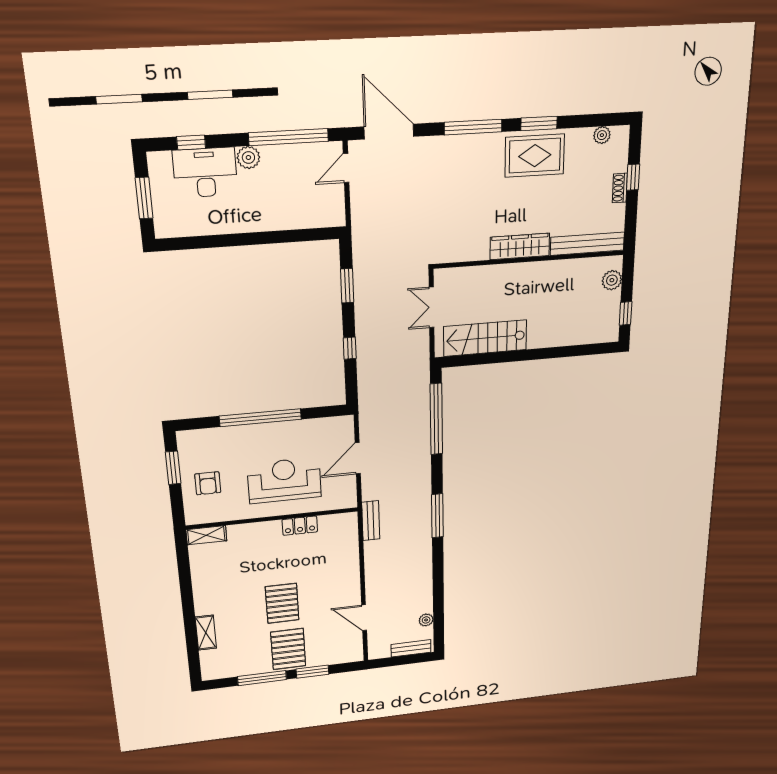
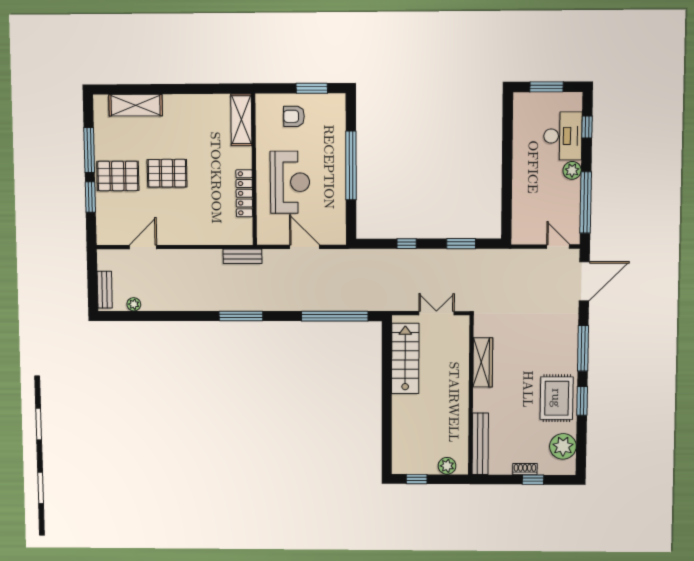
plant: (602, 135) -> (563, 446), width x1.88, depth x1.88
wardrobe: (520, 246) -> (483, 362), moved
locker: (300, 526) -> (244, 193), width x1.53
shelving: (206, 535) -> (241, 120), width x1.50, depth x1.33
shelving: (206, 633) -> (136, 105), width x1.50, depth x1.33

